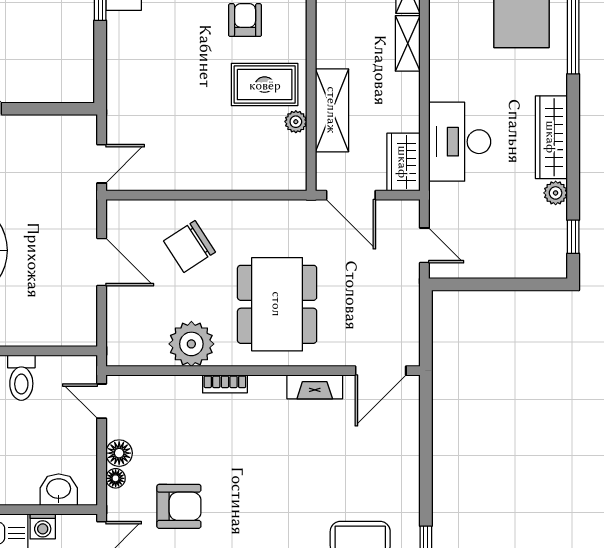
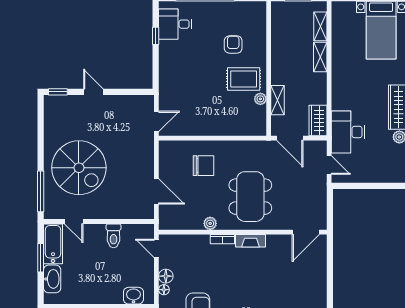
shelving: (332, 110) -> (278, 100), width x0.67, depth x0.75
desk: (460, 142) -> (348, 132), moved
chair: (189, 246) -> (203, 166), turned -147
door: (102, 262) -> (156, 191), moved
plant: (191, 344) -> (210, 223), width x0.53, depth x0.53
fireplace: (315, 387) -> (251, 241), moved

